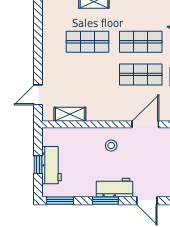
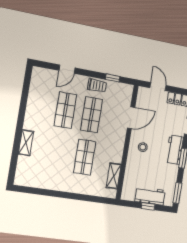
shop shelf: (88, 42) -> (85, 157), moved
door: (38, 95) -> (94, 199), removed
door: (145, 124) -> (131, 118), swing flipped

